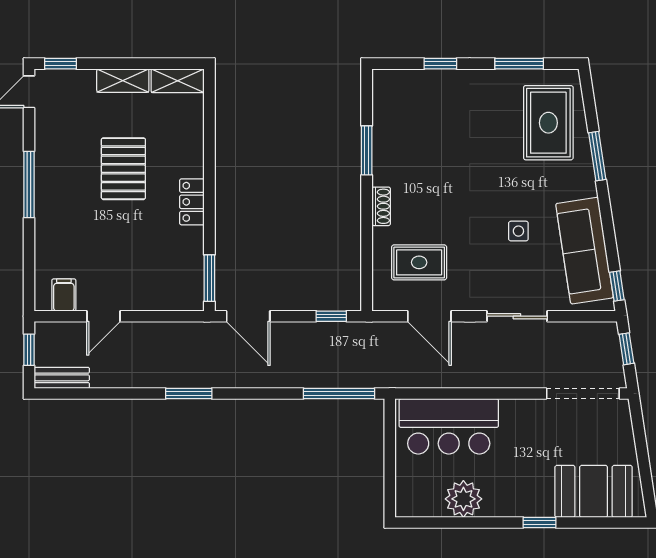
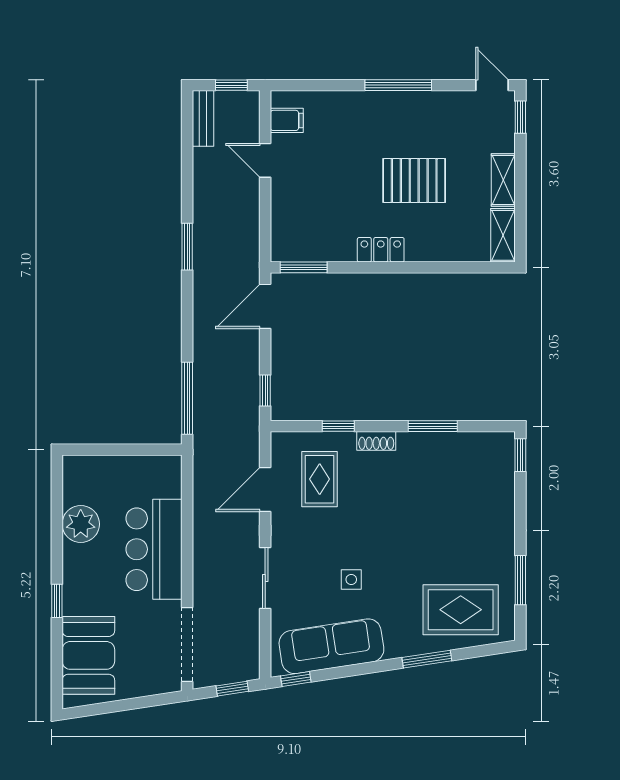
window: (440, 64) -> (520, 455), moved
window: (367, 244) -> (338, 426), added
bar counter: (449, 426) -> (154, 549), moved

